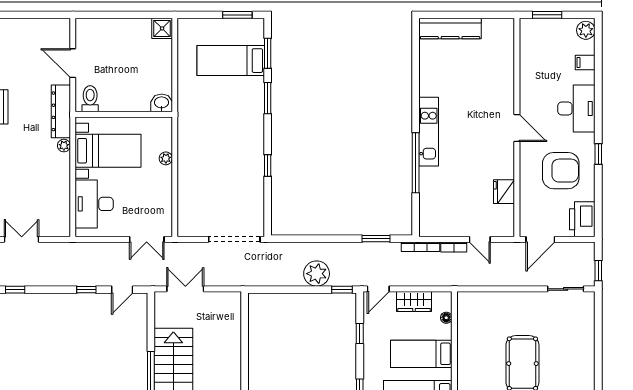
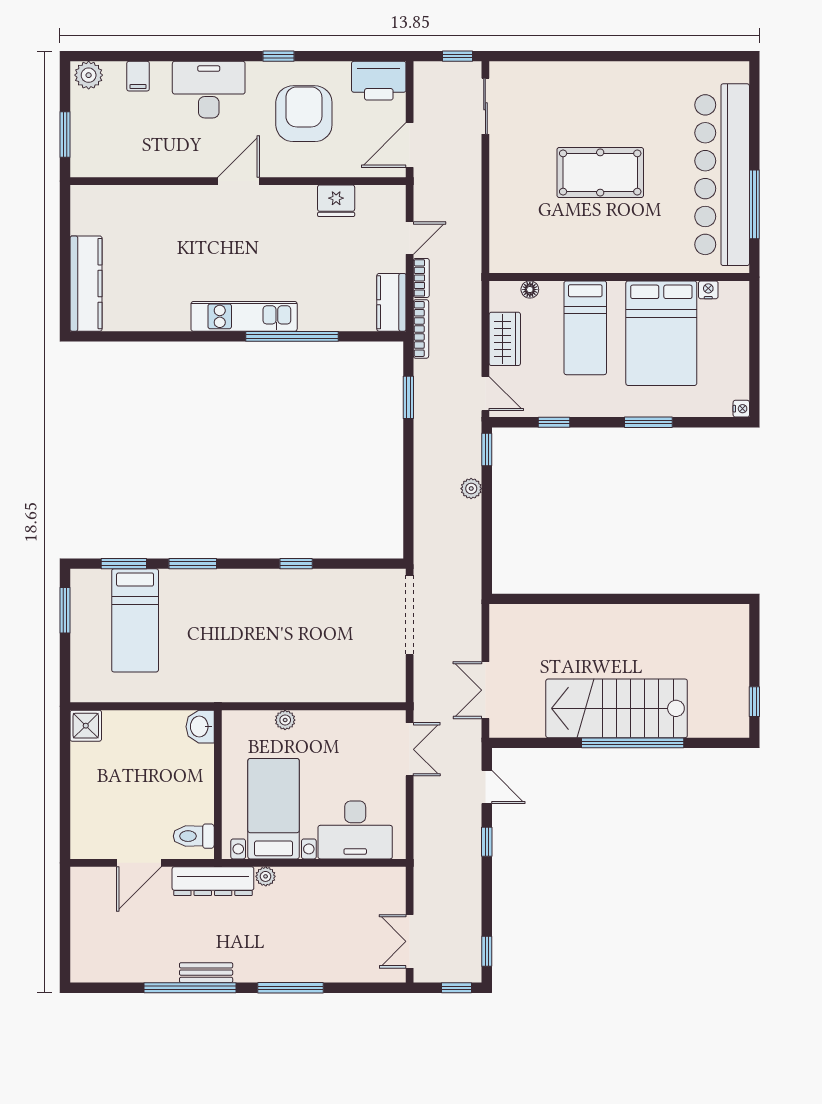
kitchen counter: (438, 228) -> (391, 302), added
door: (540, 239) -> (410, 145), swing flipped
plant: (317, 274) -> (471, 489), width x0.53, depth x0.53

